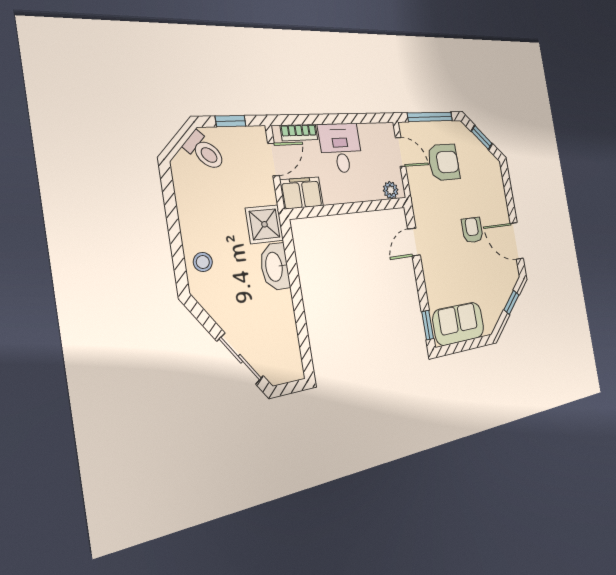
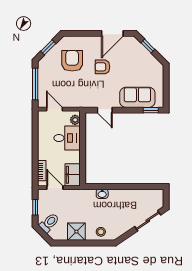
desk: (341, 148) -> (67, 138), moved, turned 180
door: (401, 152) -> (54, 109), hinge flipped
armchair: (444, 162) -> (72, 61), moved
shower: (264, 224) -> (76, 232), moved
washbasin: (275, 267) -> (102, 194), width x0.52, depth x0.69
sofa: (459, 324) -> (137, 97), moved, turned 90

